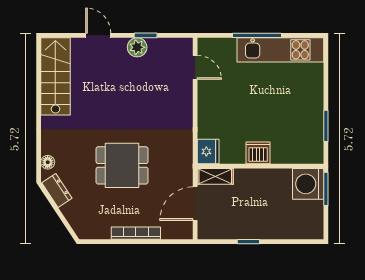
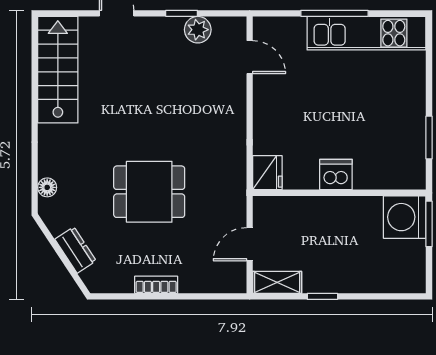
plant: (137, 47) -> (198, 30), moved
shelving: (215, 176) -> (277, 282), moved
dresser: (57, 190) -> (76, 250), moved
door: (195, 204) -> (250, 244), width x0.73
bookcase: (136, 233) -> (156, 285), width x0.64

